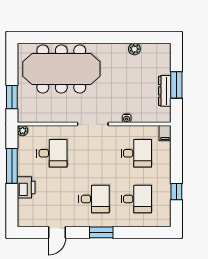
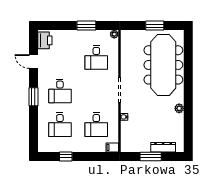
plant: (134, 49) -> (179, 108), moved
dresser: (165, 91) -> (163, 147), moved
window: (12, 97) -> (155, 26), moved
window: (12, 166) -> (86, 26), width x0.69
printer: (26, 187) -> (45, 40), moved, turned -90

